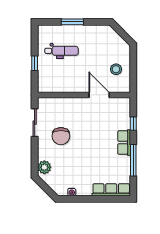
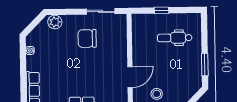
window: (72, 22) -> (205, 65), moved
dental chair: (62, 51) -> (175, 38), turned 90

